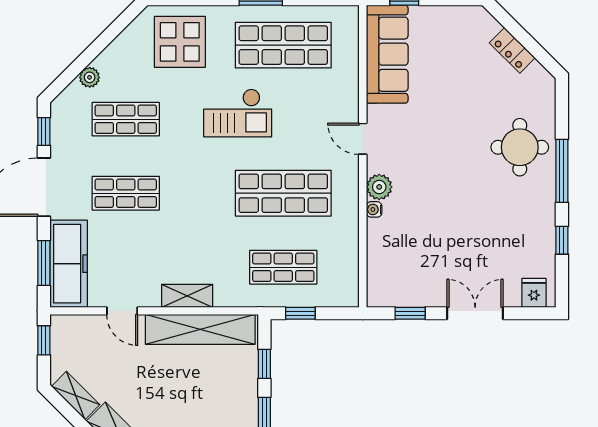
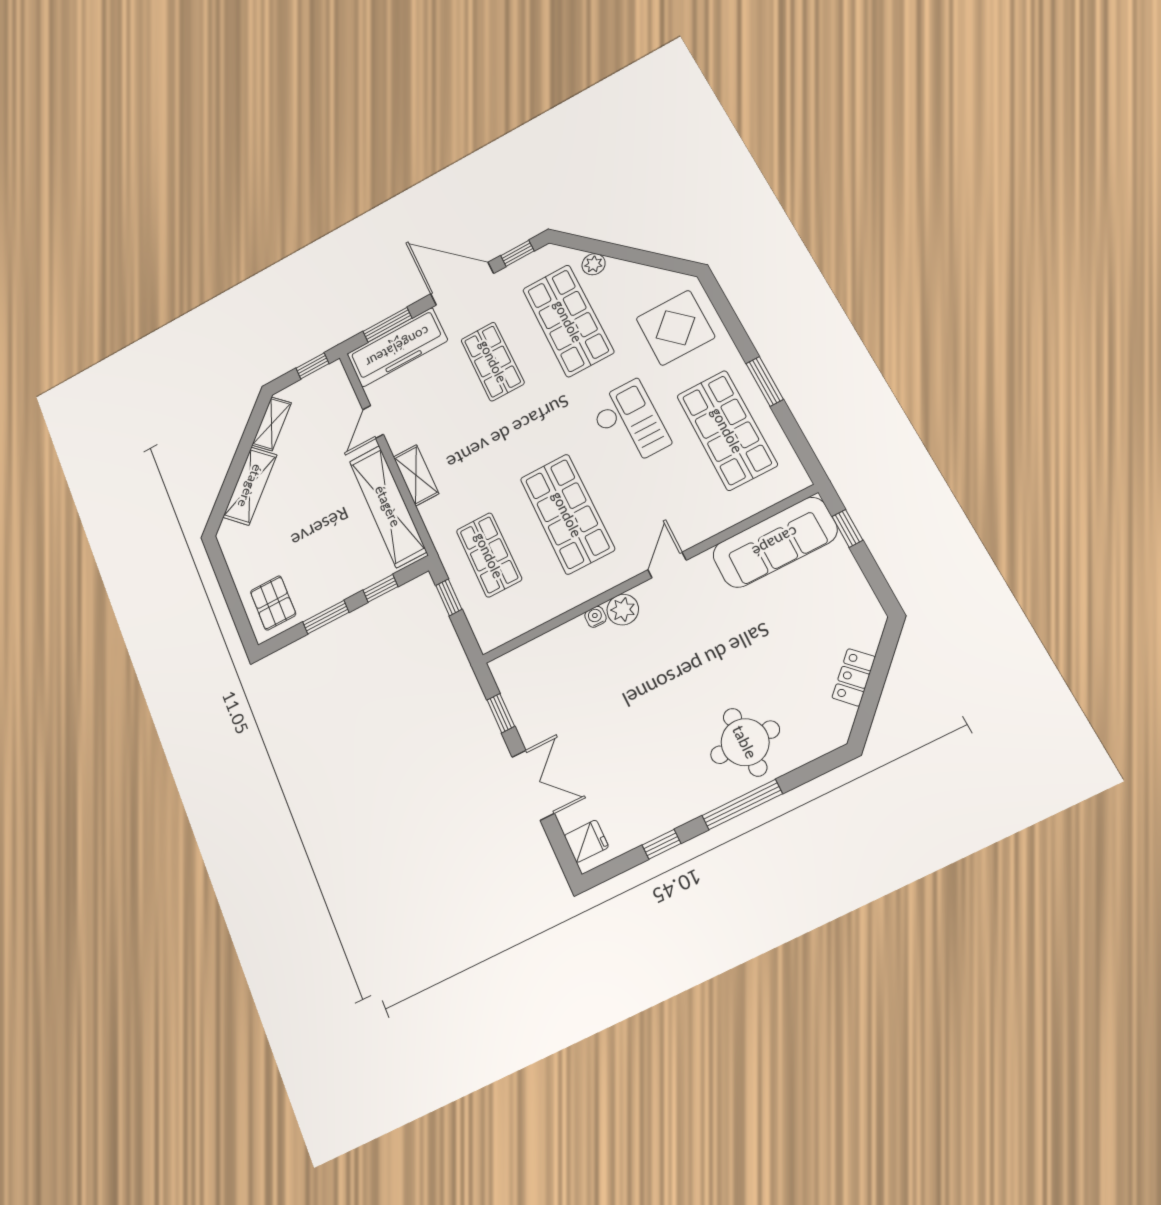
checkout: (238, 113) -> (630, 423), turned 180
shop shelf: (126, 119) -> (568, 321), width x1.43, depth x1.36

